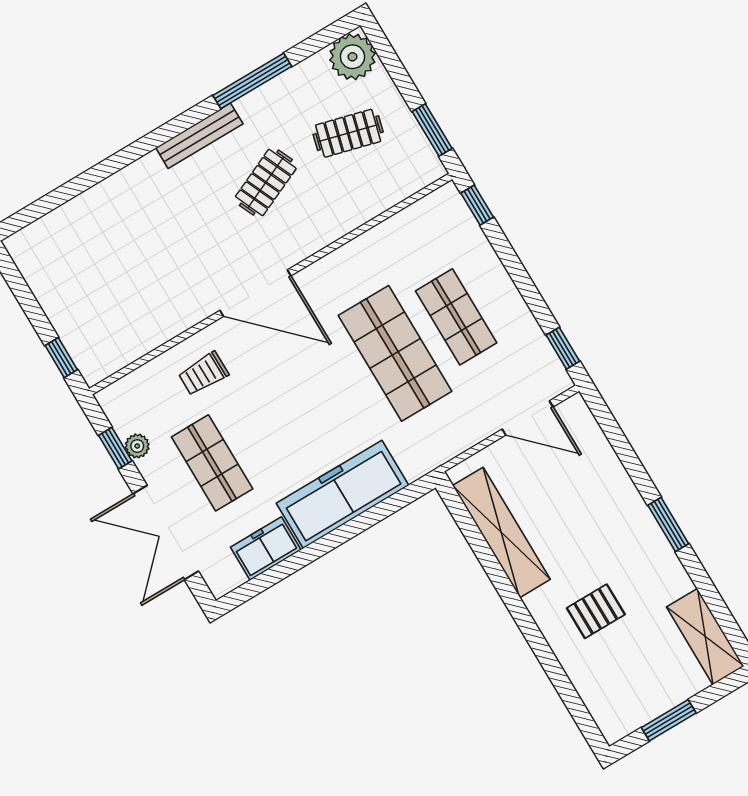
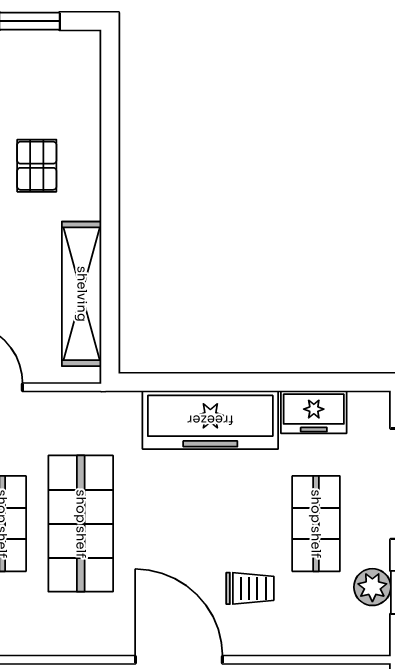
trolley: (203, 374) -> (250, 588), moved
plant: (137, 446) -> (372, 587), width x1.38, depth x1.38
pallet: (596, 611) -> (37, 166), turned 90

